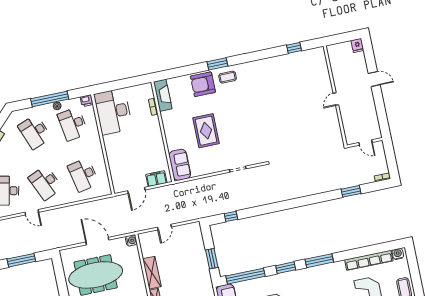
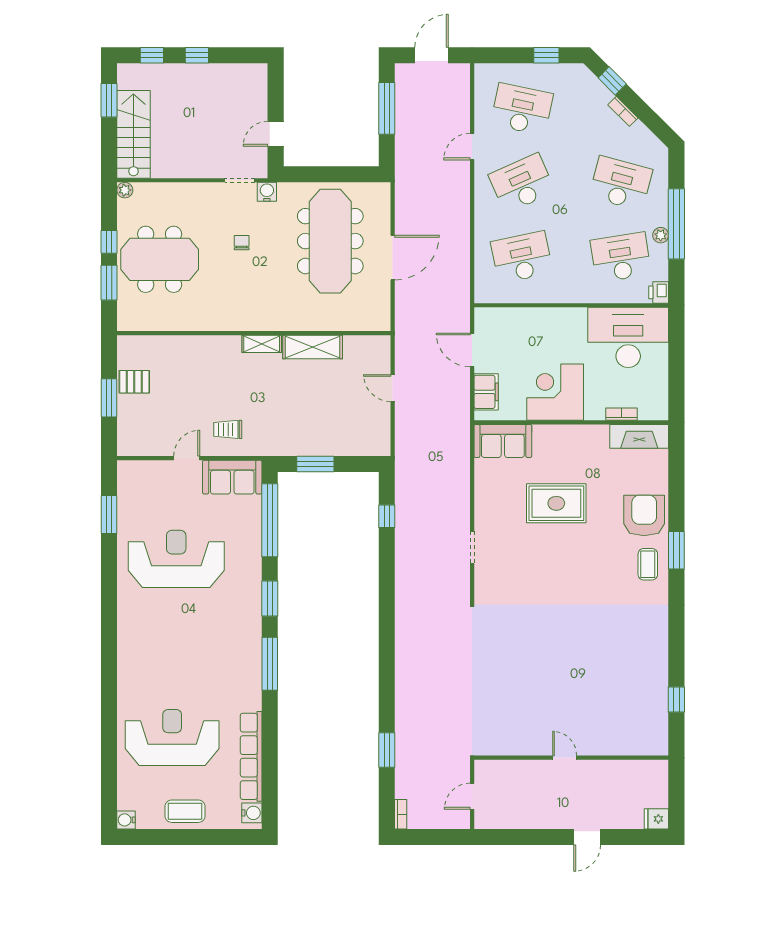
desk: (35, 132) -> (621, 183), turned 36
corner desk: (149, 143) -> (555, 392), added
water cooler: (131, 240) -> (381, 321), removed

